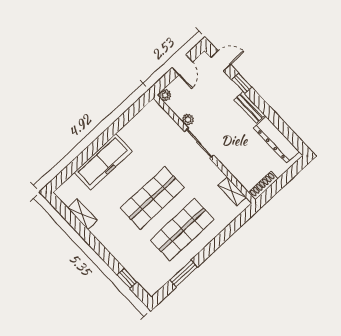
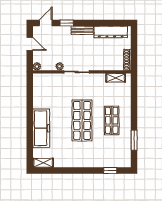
shelving: (82, 214) -> (43, 163), moved
shop shelf: (182, 230) -> (112, 120), width x0.70, depth x0.74

